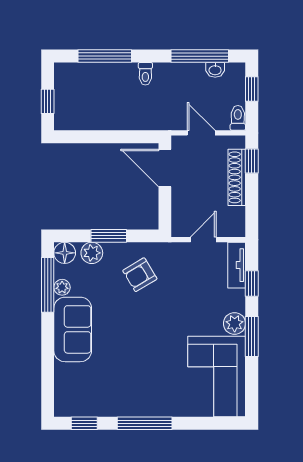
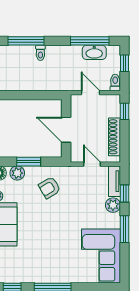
washbasin: (215, 70) -> (94, 52), width x1.91, depth x1.45
toilet: (145, 74) -> (40, 53), moved
door: (165, 168) -> (66, 130), moved
shoe rack: (237, 177) -> (114, 137), moved
door: (203, 240) -> (92, 164), hinge flipped
plant: (235, 324) -> (113, 205), moved

